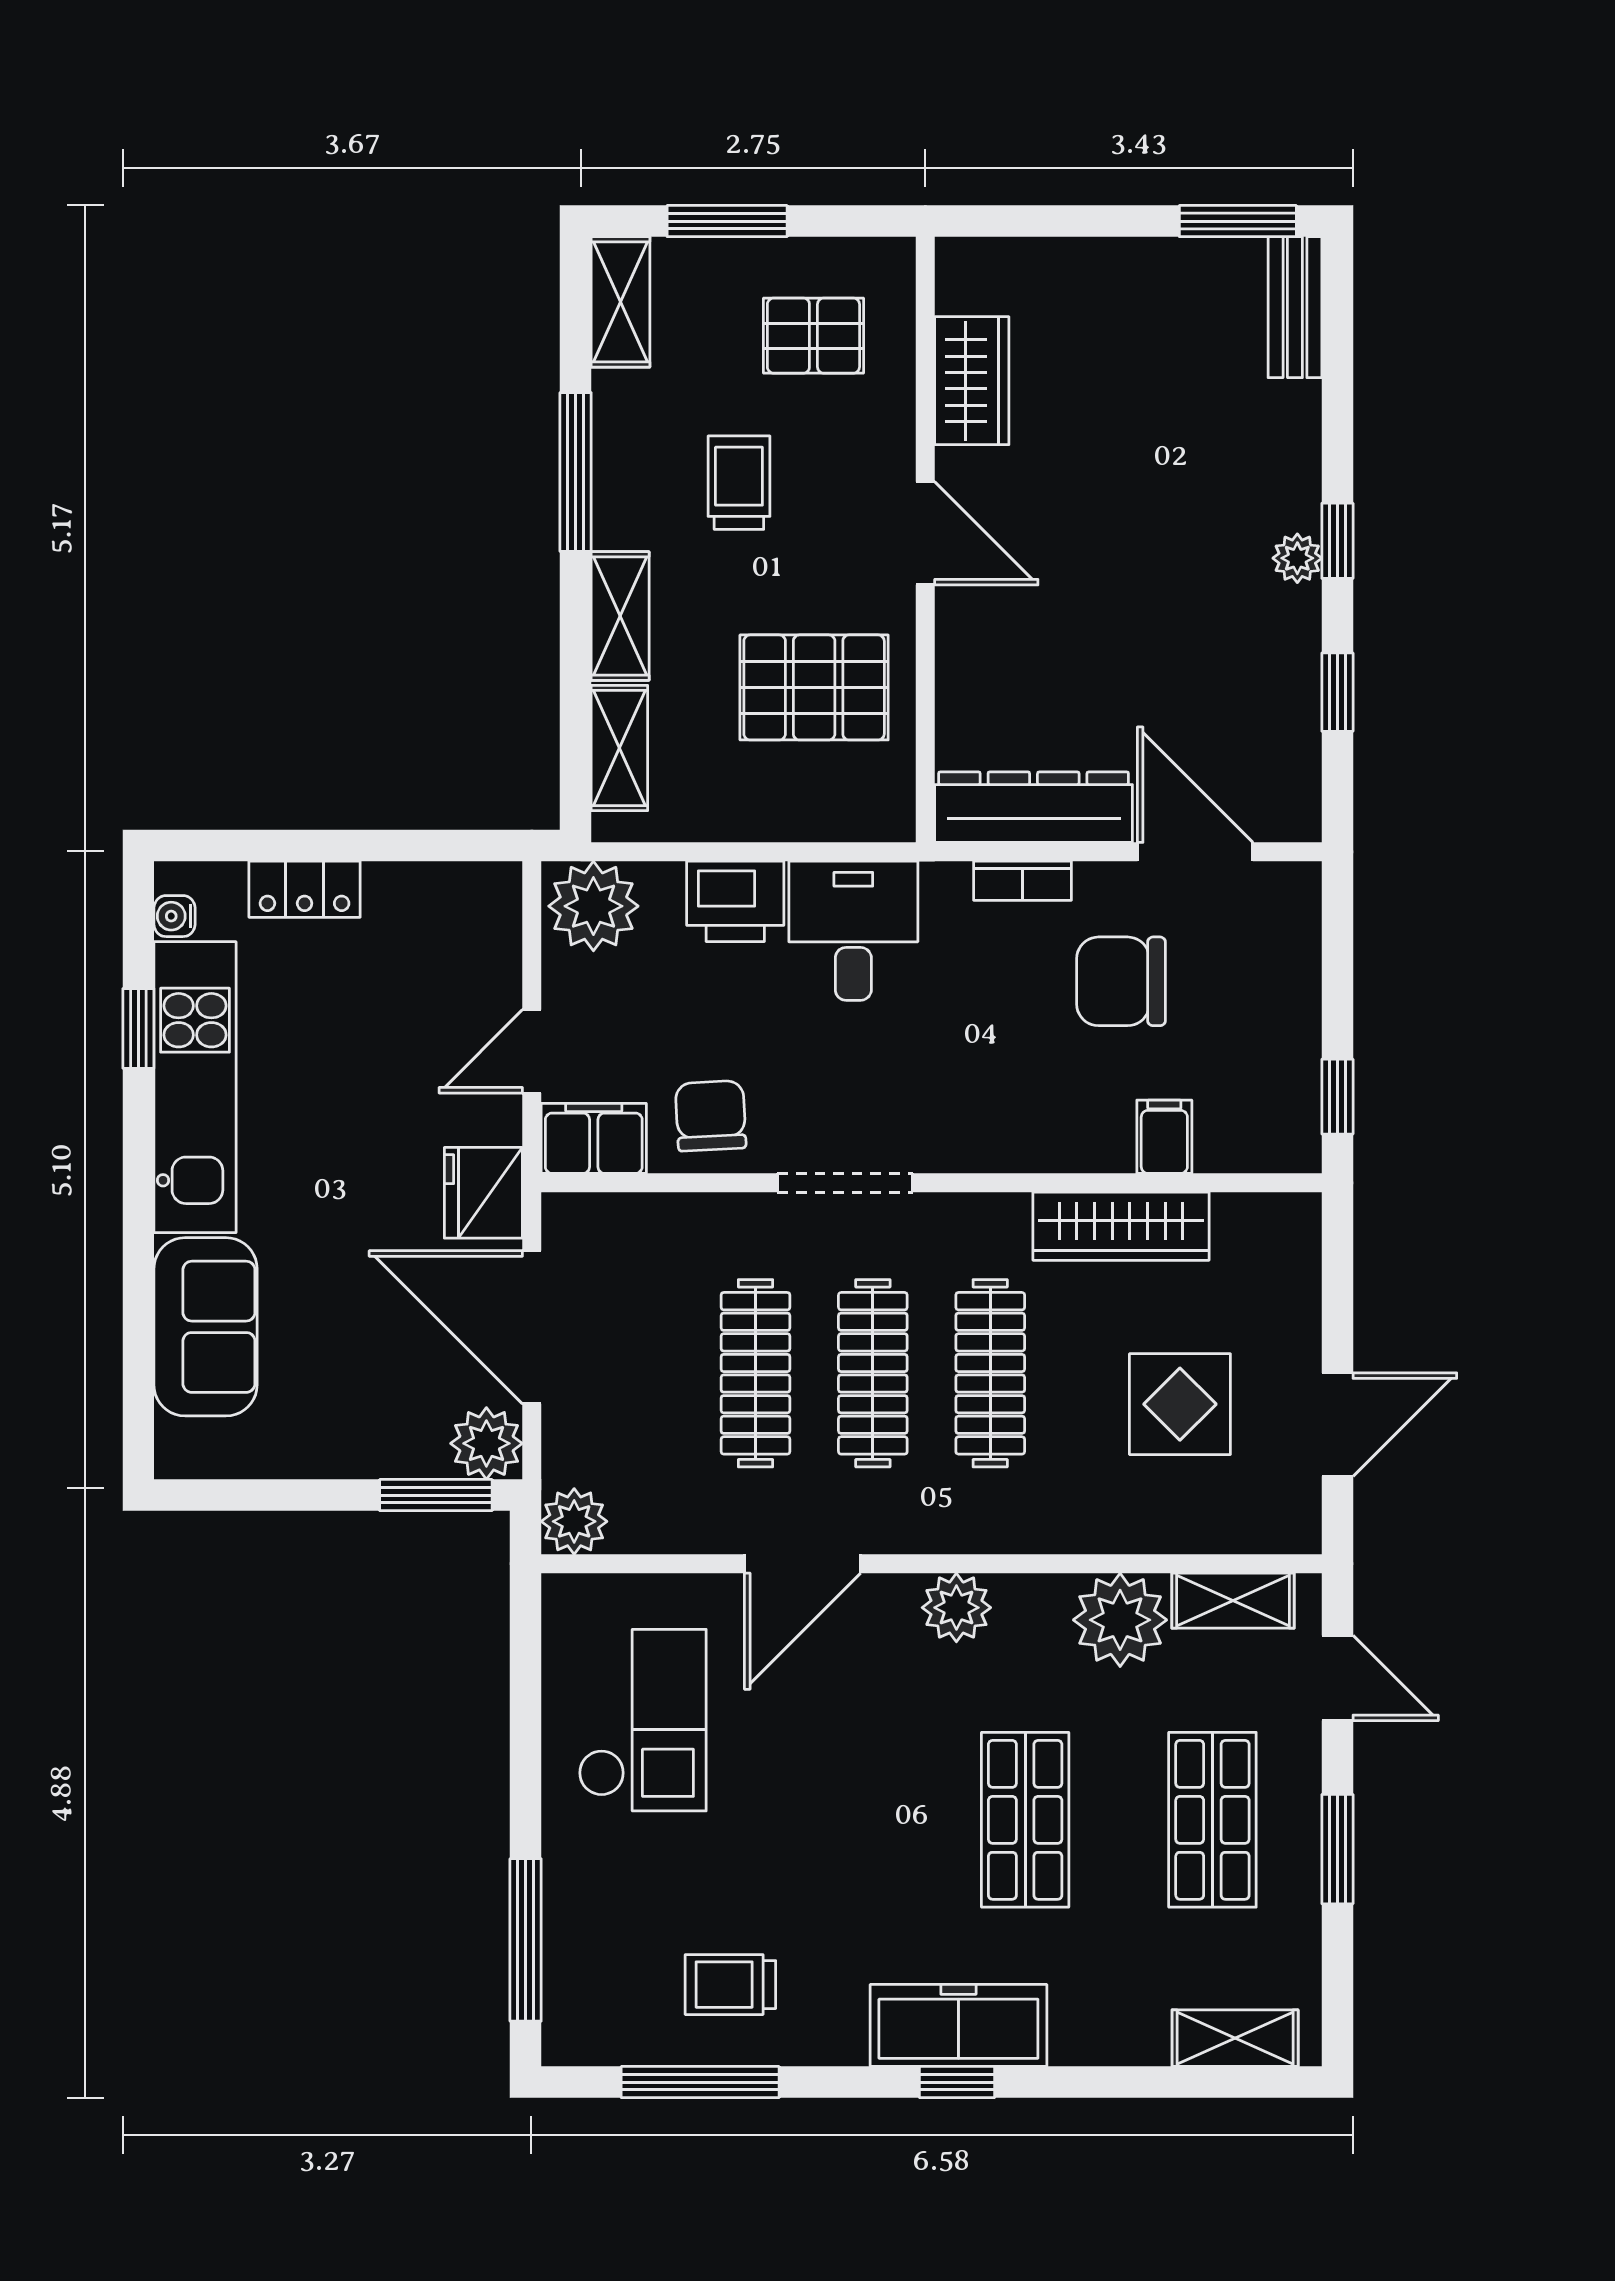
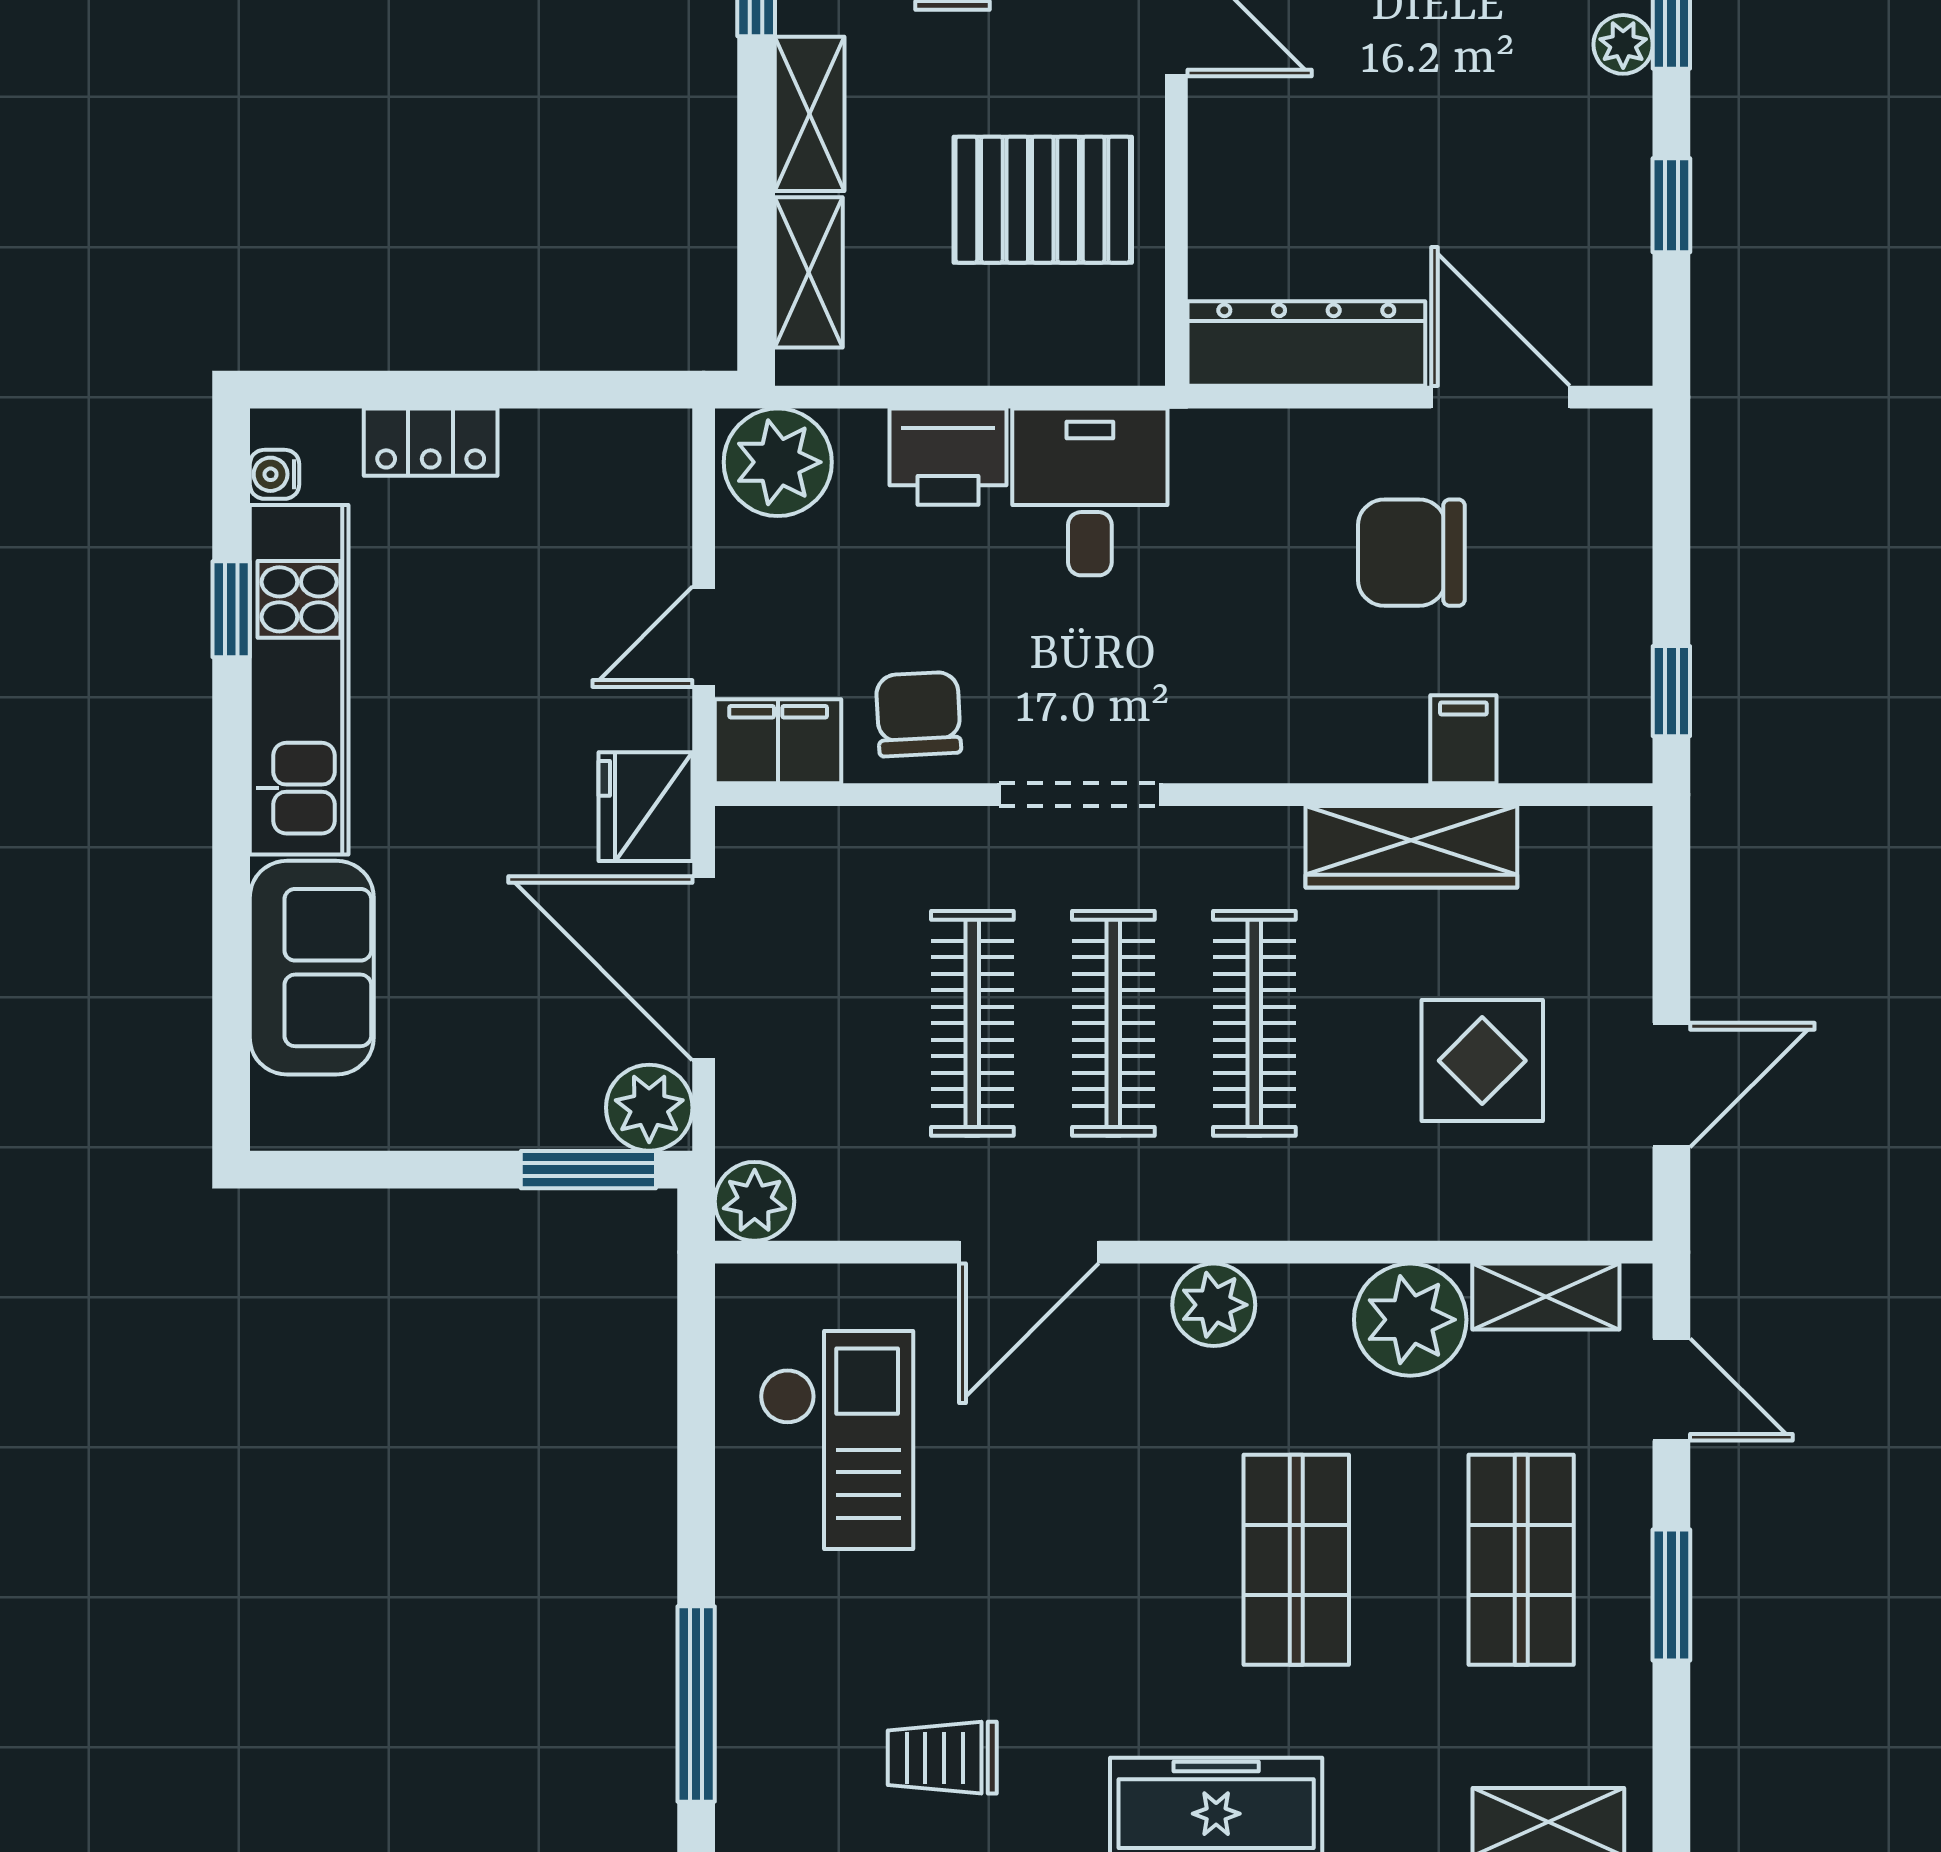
bookcase: (1023, 881) -> (1293, 432), removed

